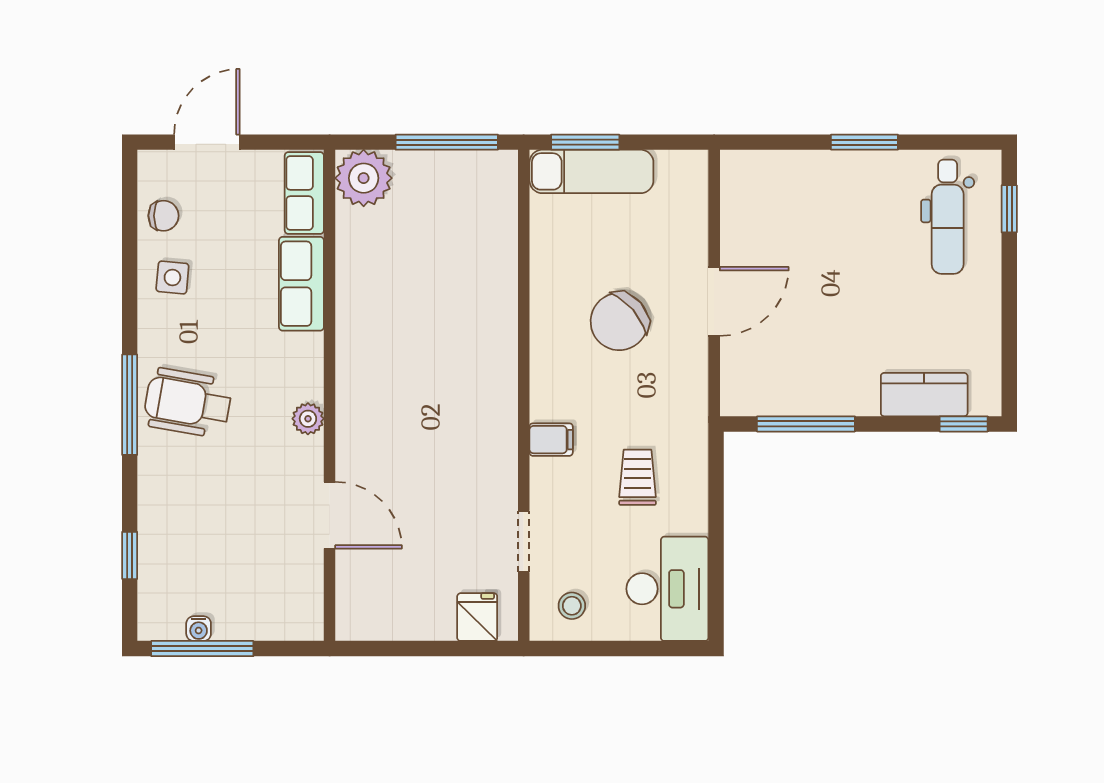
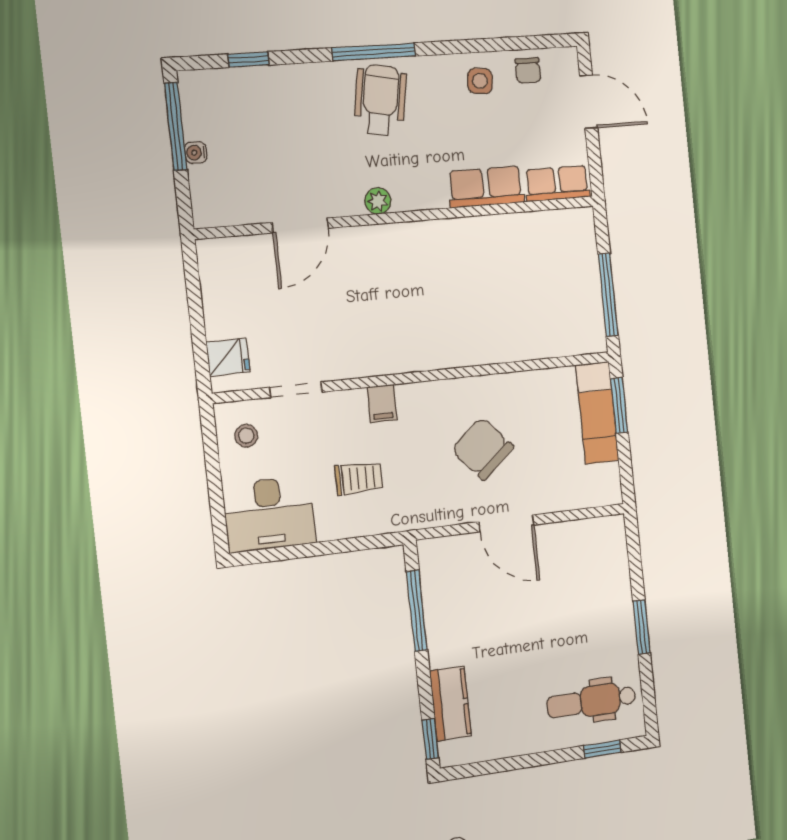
plant: (364, 178) -> (574, 230), removed
water cooler: (199, 629) -> (196, 153), moved

